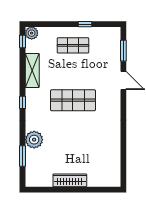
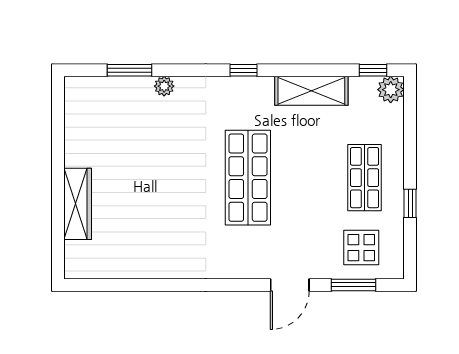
display table: (106, 47) -> (361, 248), added
plant: (34, 140) -> (164, 86), width x0.53, depth x0.53
wardrobe: (70, 180) -> (78, 204), moved

